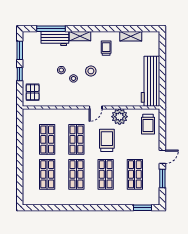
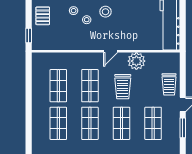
window: (20, 74) -> (29, 36), moved
pallet: (33, 92) -> (43, 16), moved
trolley: (148, 124) -> (169, 84), moved
trolley: (107, 140) -> (123, 87), turned 180

